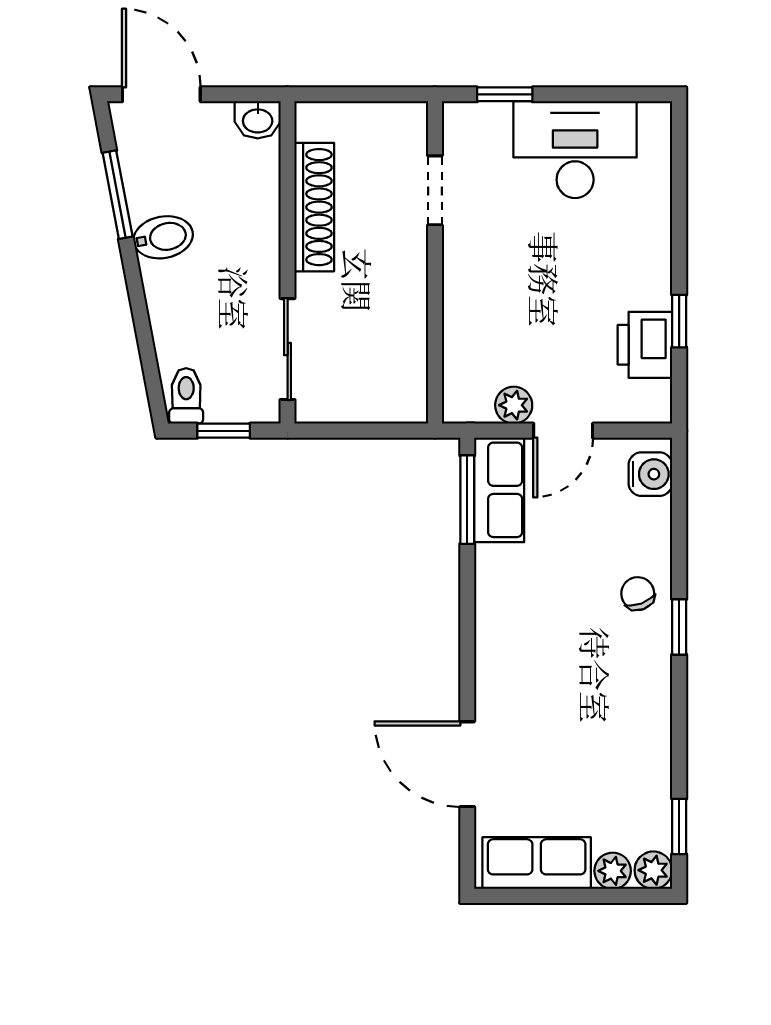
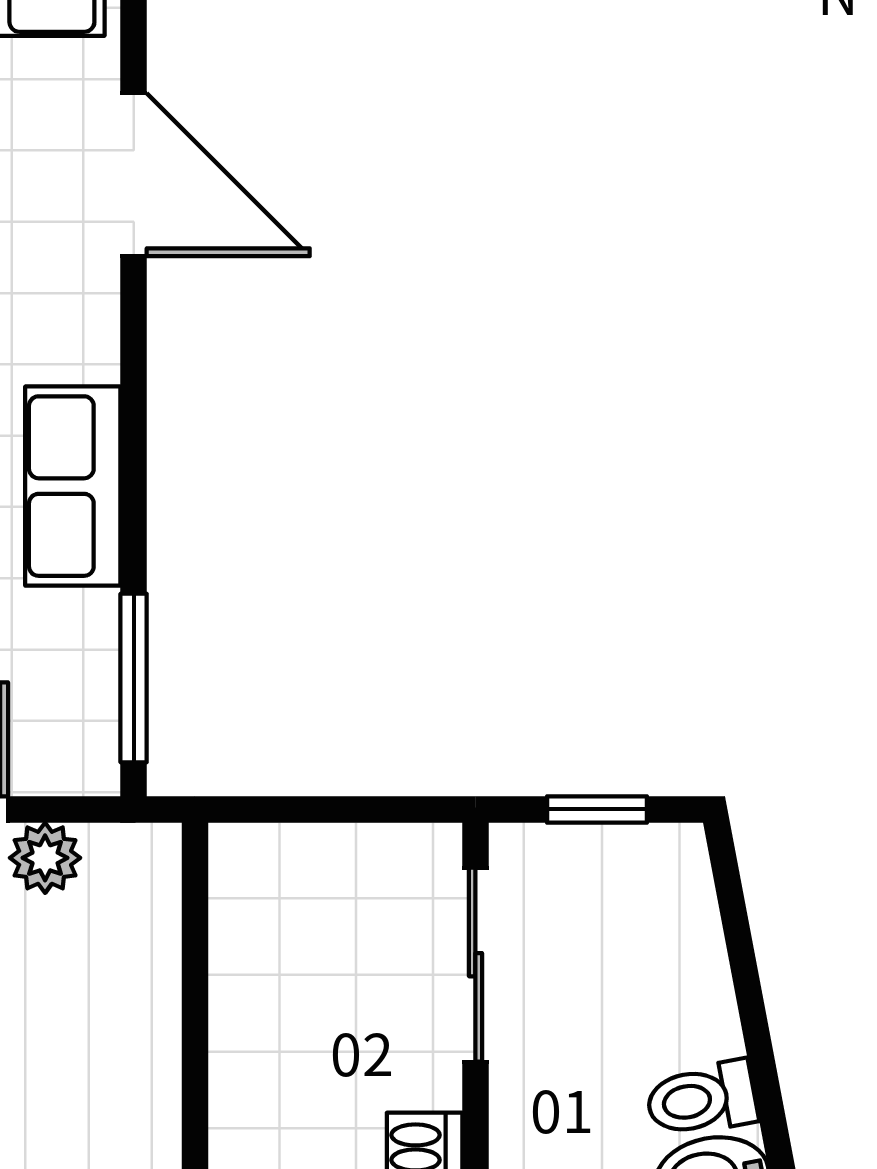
toilet: (186, 396) -> (701, 1099), moved, turned 79
row of seats: (499, 490) -> (73, 486), moved

